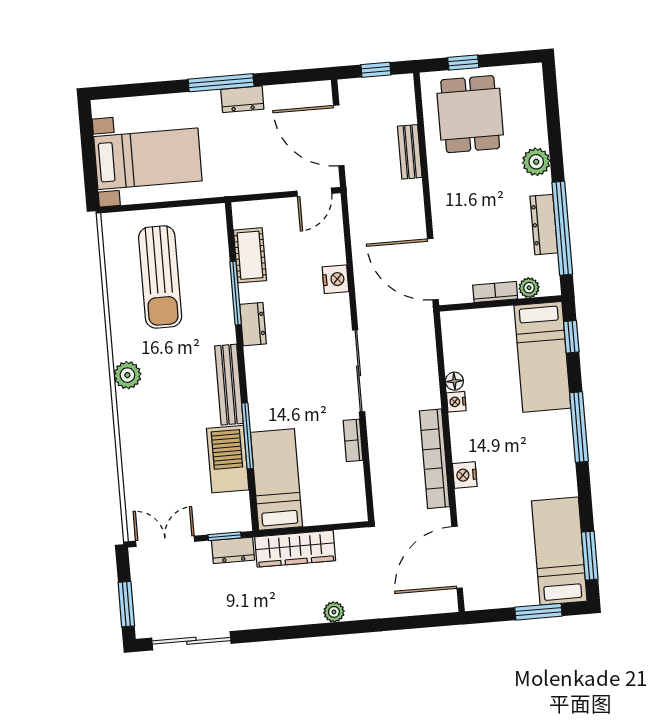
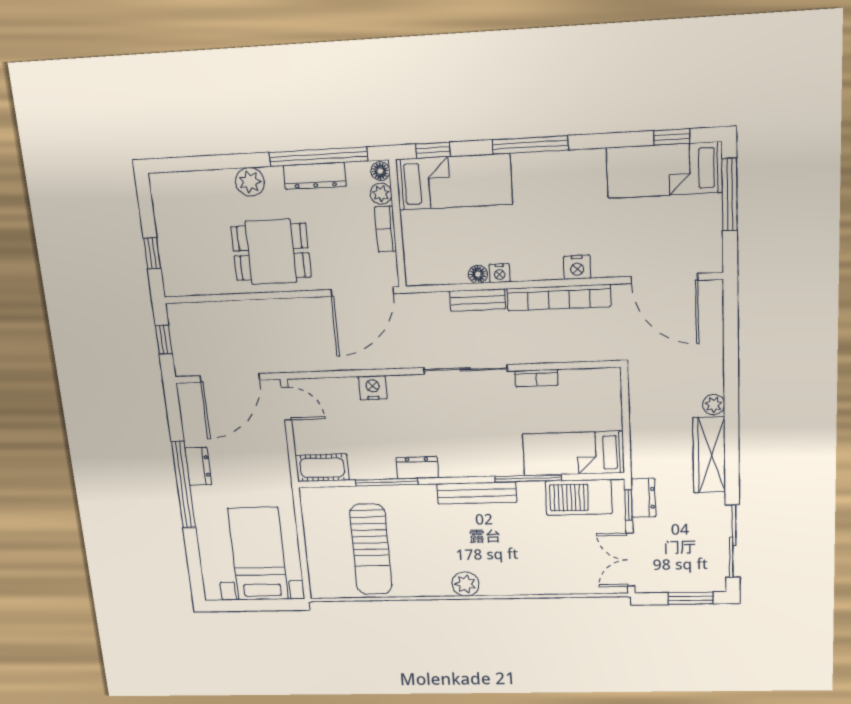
window: (221, 83) -> (183, 485), width x1.46
dining table: (470, 114) -> (271, 252), moved
bench: (410, 152) -> (478, 300), moved
cot: (250, 255) -> (322, 468), moved
sun lounger: (160, 277) -> (371, 550), turned 90
floor lamp: (550, 287) -> (380, 171), added
barbecue: (228, 459) -> (579, 497), moved
wardrobe: (295, 549) -> (709, 455), moved, turned 180
window: (590, 556) -> (672, 137), width x0.67
window: (538, 612) -> (730, 195), width x1.44

